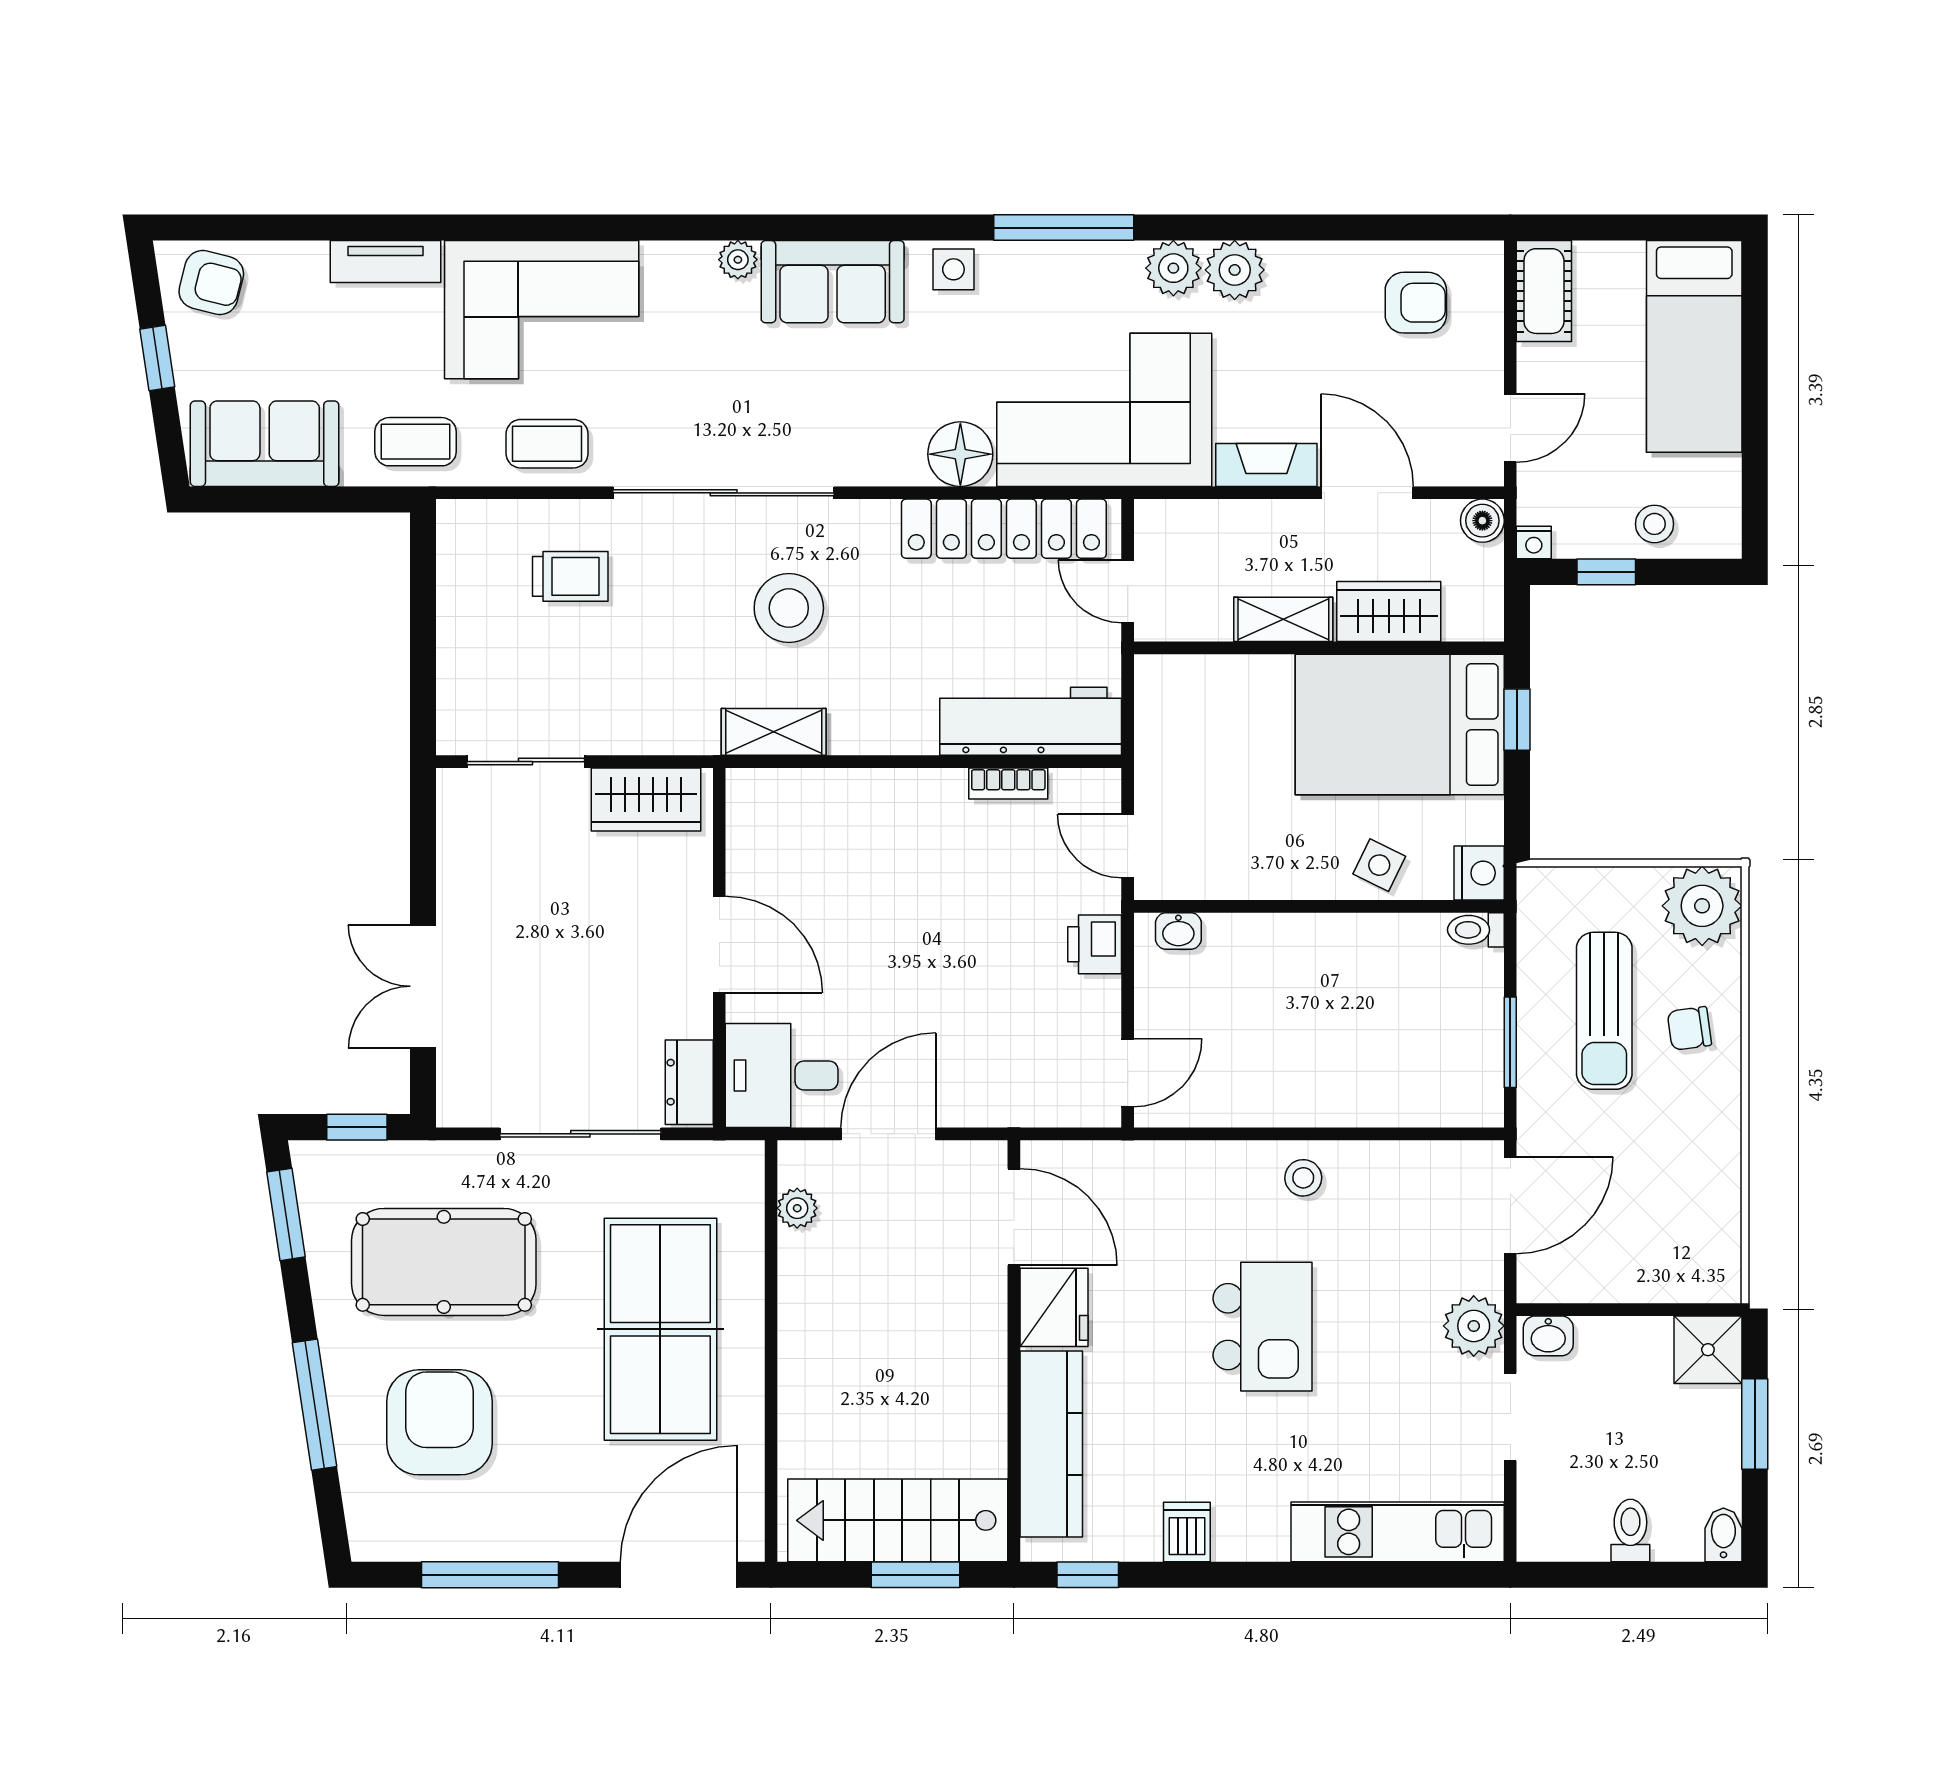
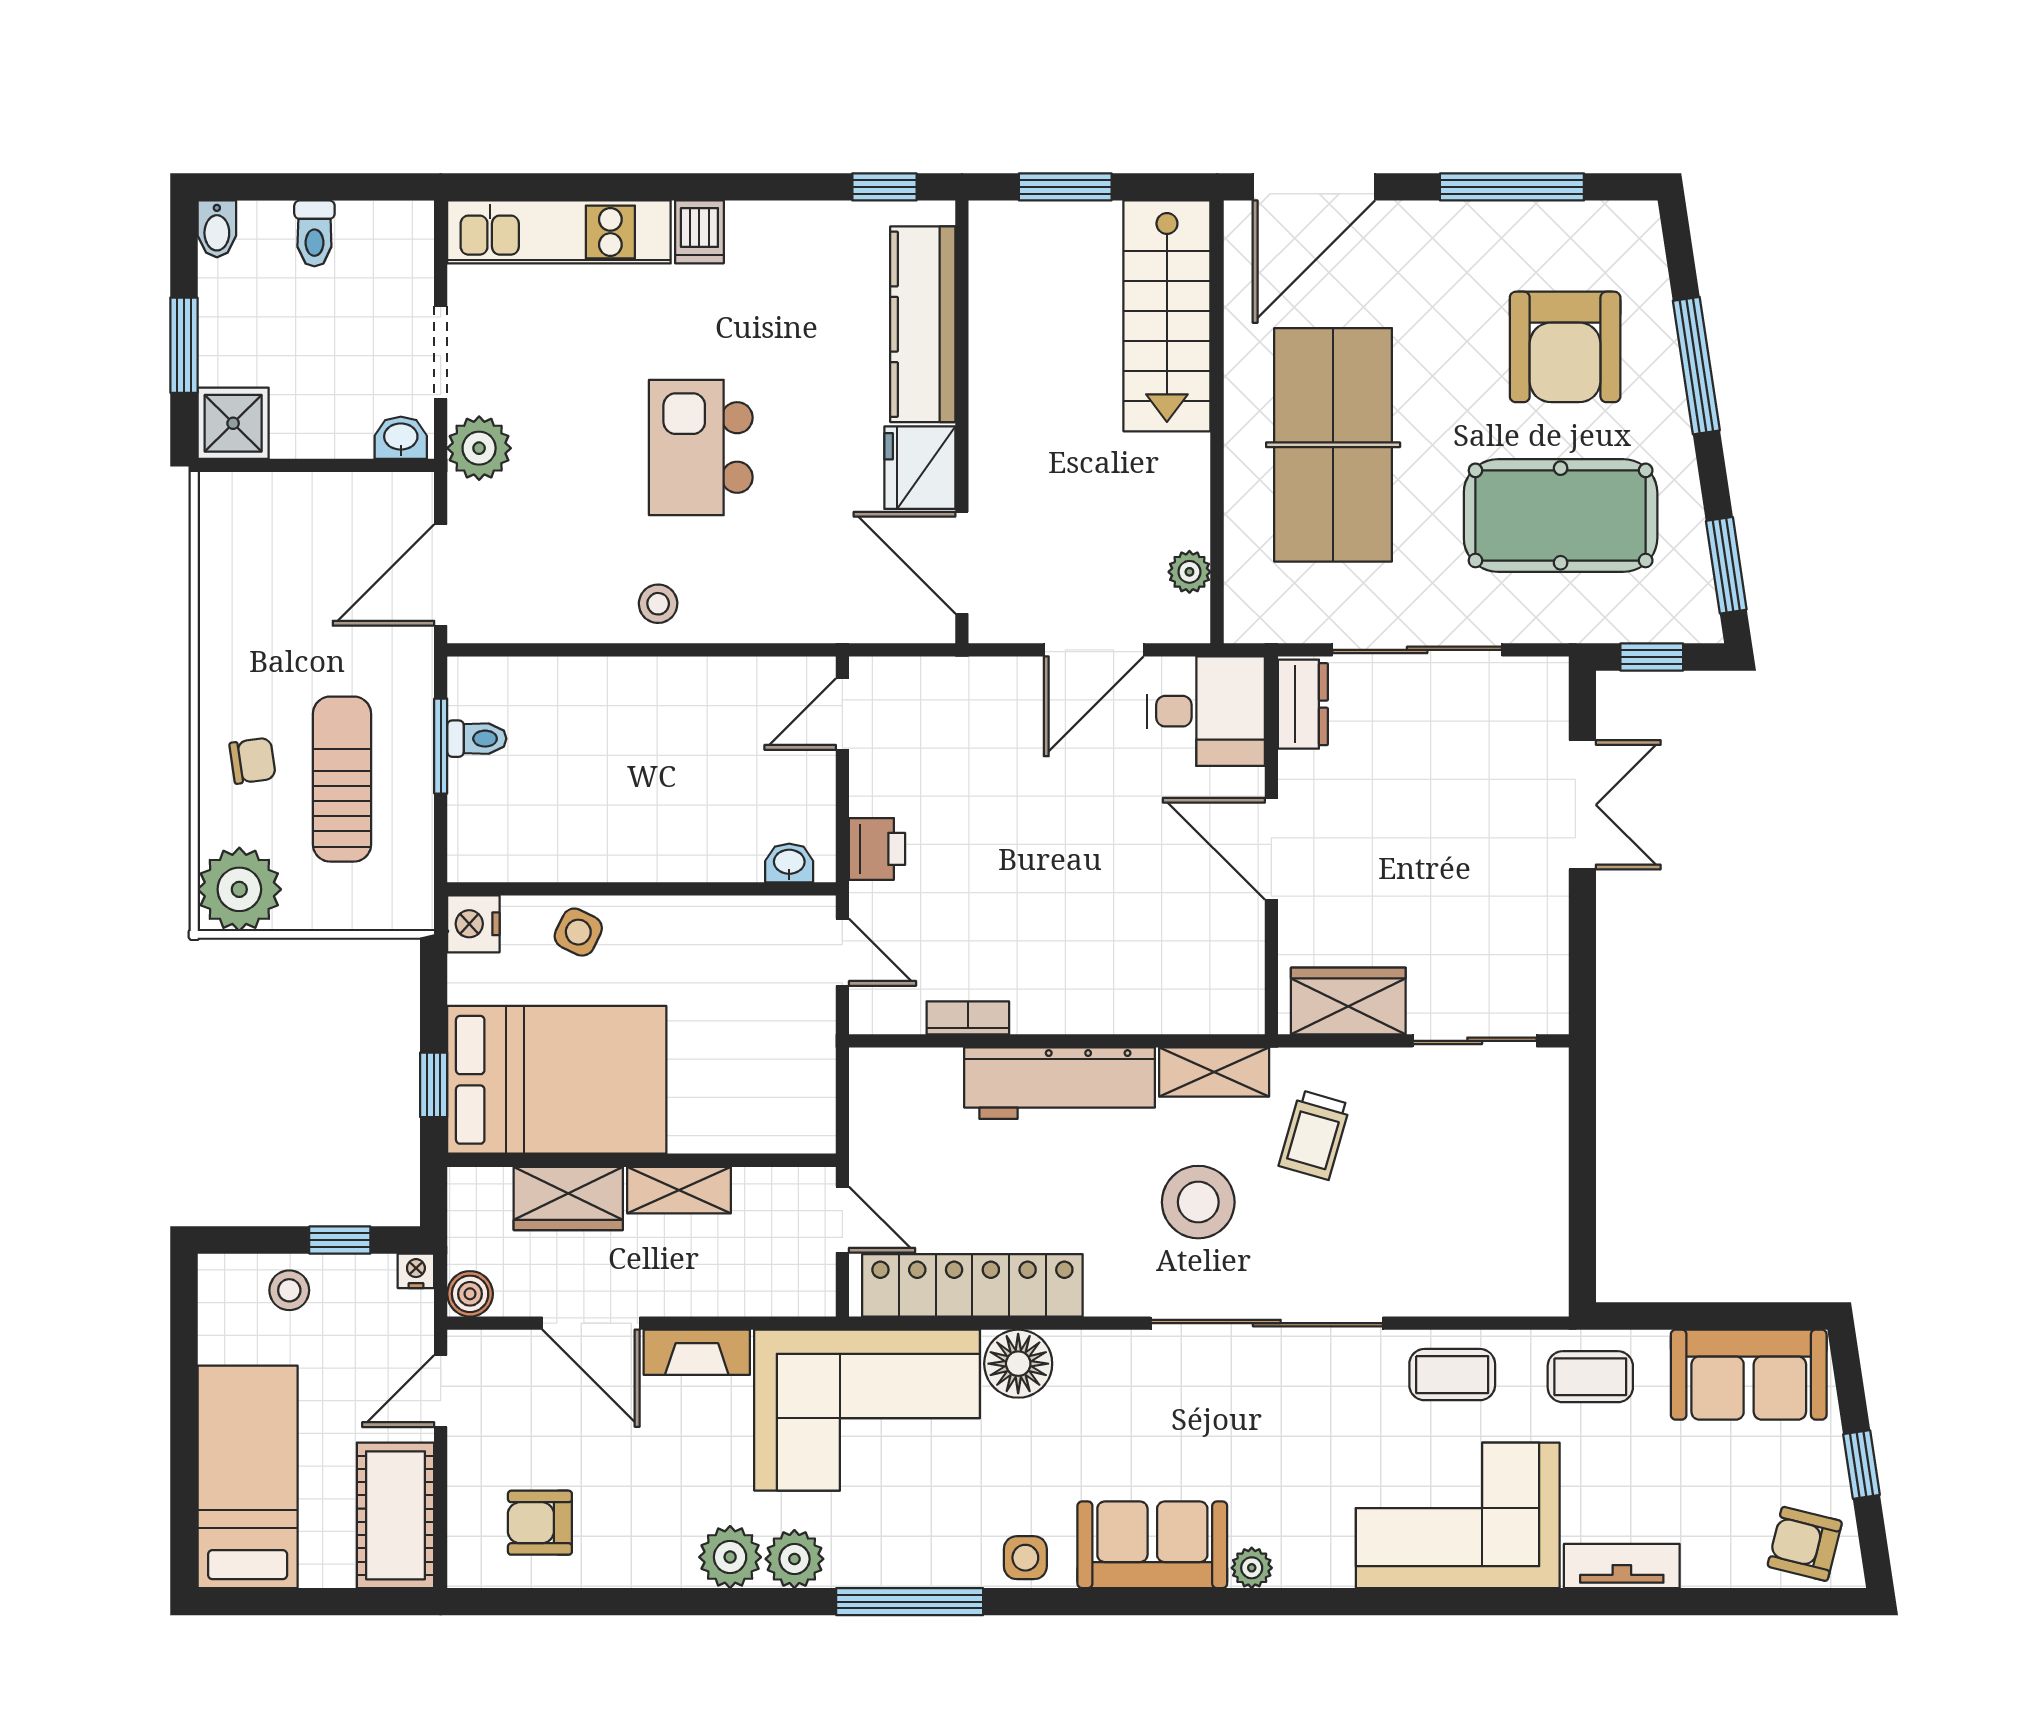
cot: (1544, 291) -> (396, 1515), width x1.37, depth x1.34
trolley: (570, 576) -> (1314, 1135), moved, turned -74
workbench: (1031, 721) -> (1060, 1083), moved
toilet: (1476, 930) -> (477, 739), moved
stairs: (898, 1520) -> (1167, 316), moved, turned 90
dishwasher: (1187, 1532) -> (699, 232), moved

